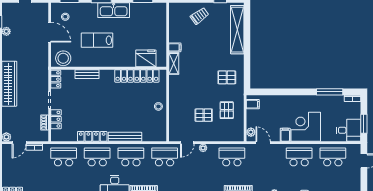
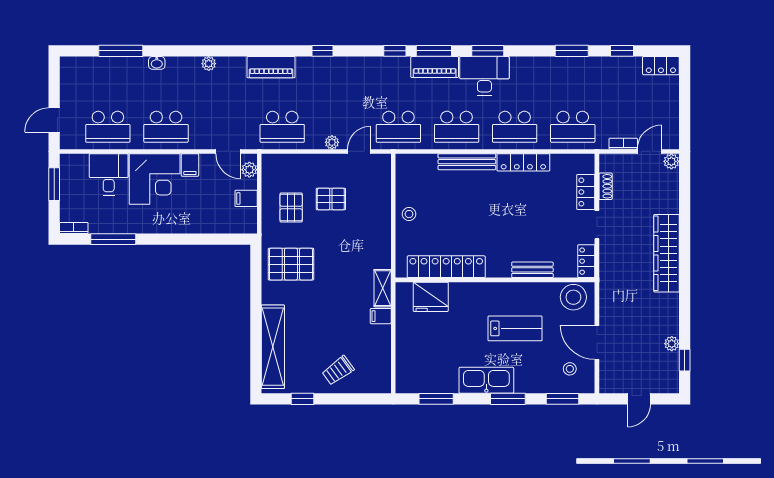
pallet: (227, 77) -> (291, 264), width x1.50, depth x1.42
filing cabinet: (253, 104) -> (246, 198), moved
desk: (349, 130) -> (109, 174), moved, turned 90

